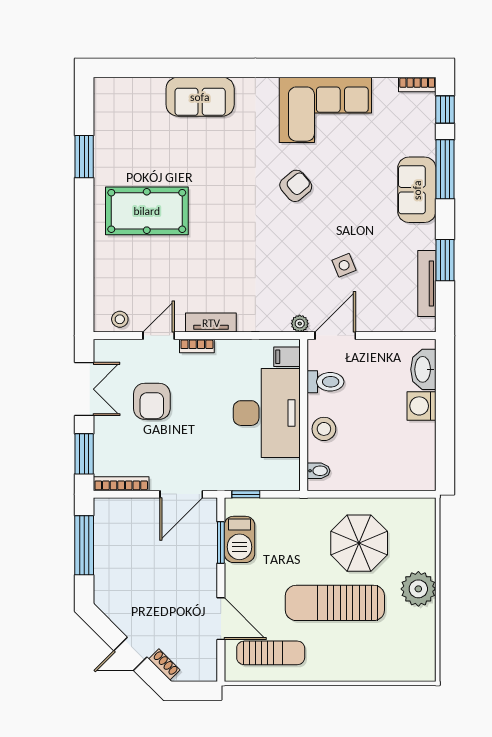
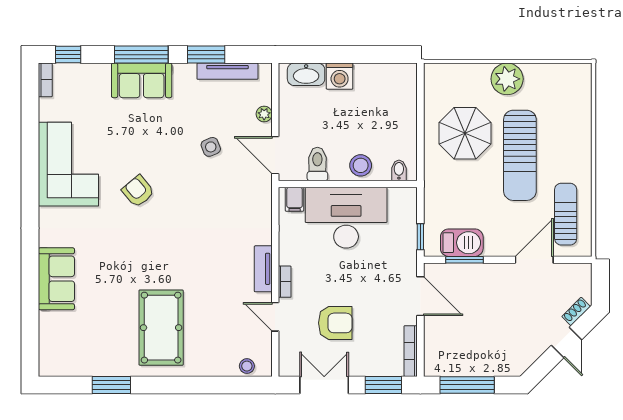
window: (445, 169) -> (141, 55), moved
stool: (120, 319) -> (247, 366), moved
plant: (300, 324) -> (264, 114), moved

